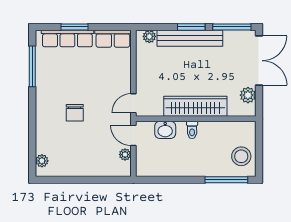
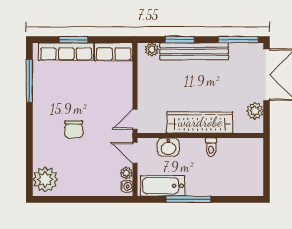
window: (191, 27) -> (180, 40), moved
toilet: (192, 130) -> (211, 147), moved
stool: (241, 156) -> (248, 175), removed
plant: (42, 161) -> (45, 180), width x1.87, depth x1.87
water cooler: (125, 167) -> (127, 186), added
bathtub: (160, 167) -> (163, 186), added
window: (226, 180) -> (188, 199), moved

